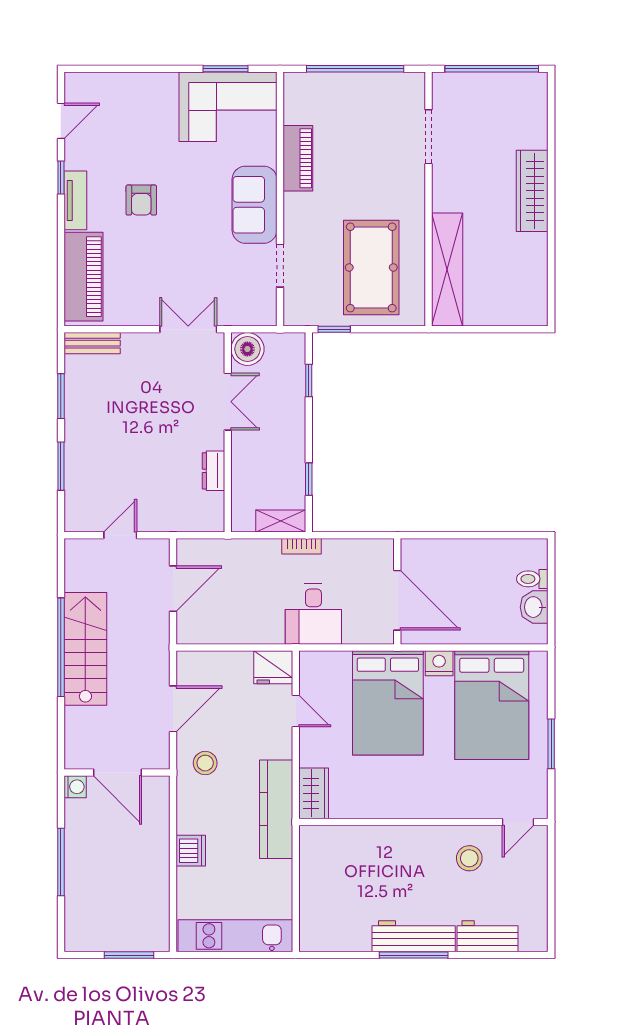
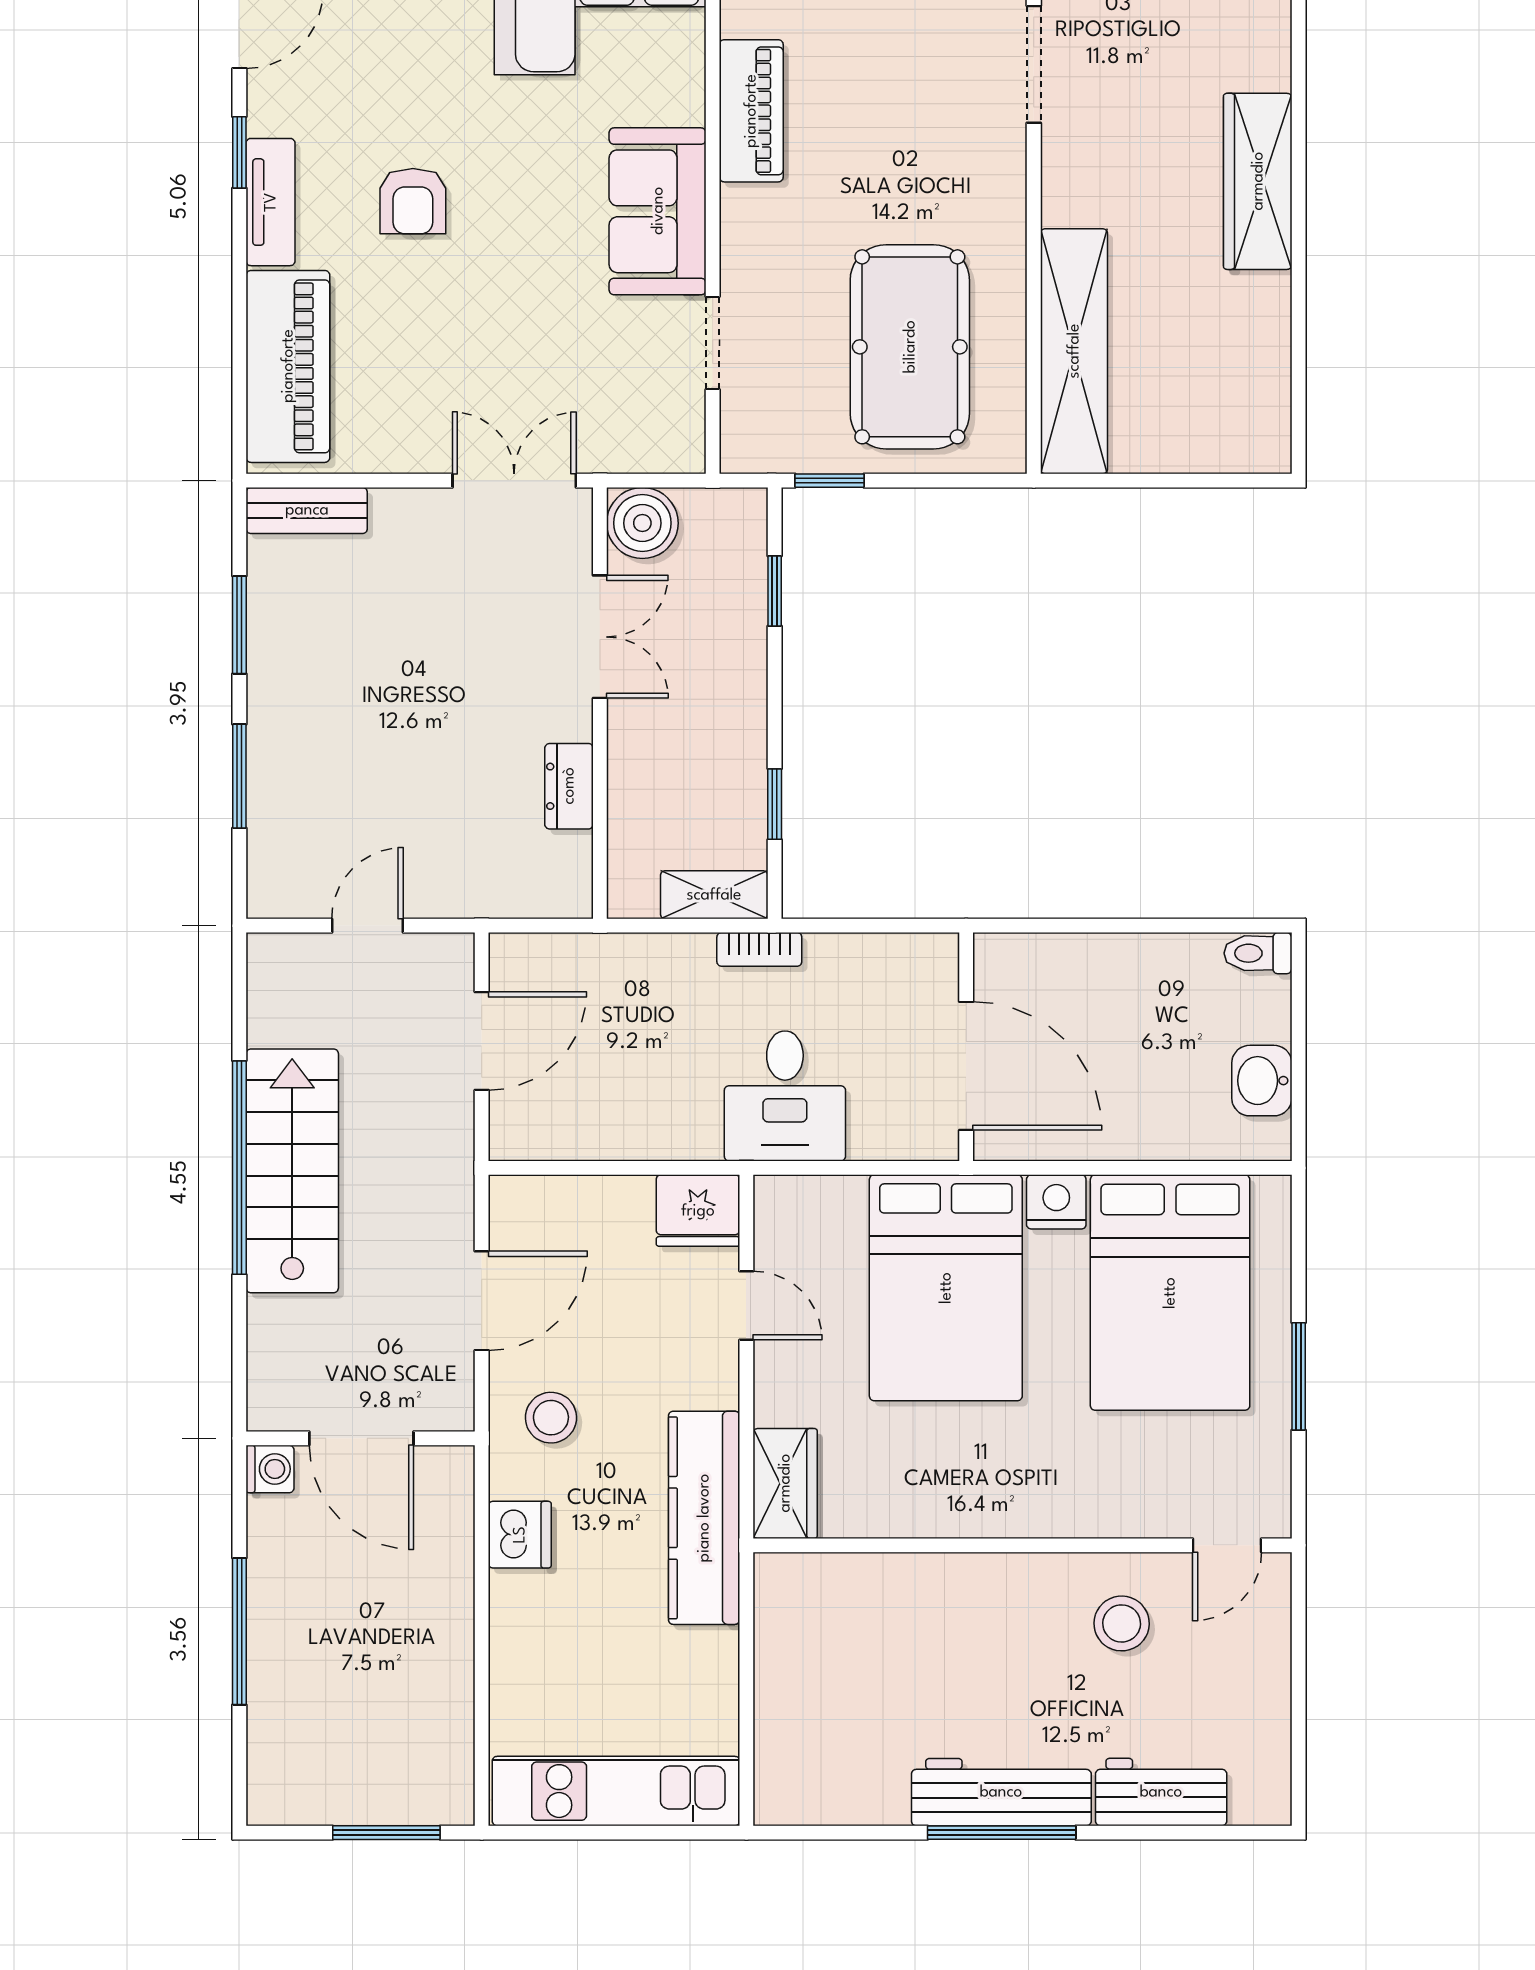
toilet: (532, 579) -> (1258, 953), moved
dishwasher: (191, 851) -> (520, 1535), moved

